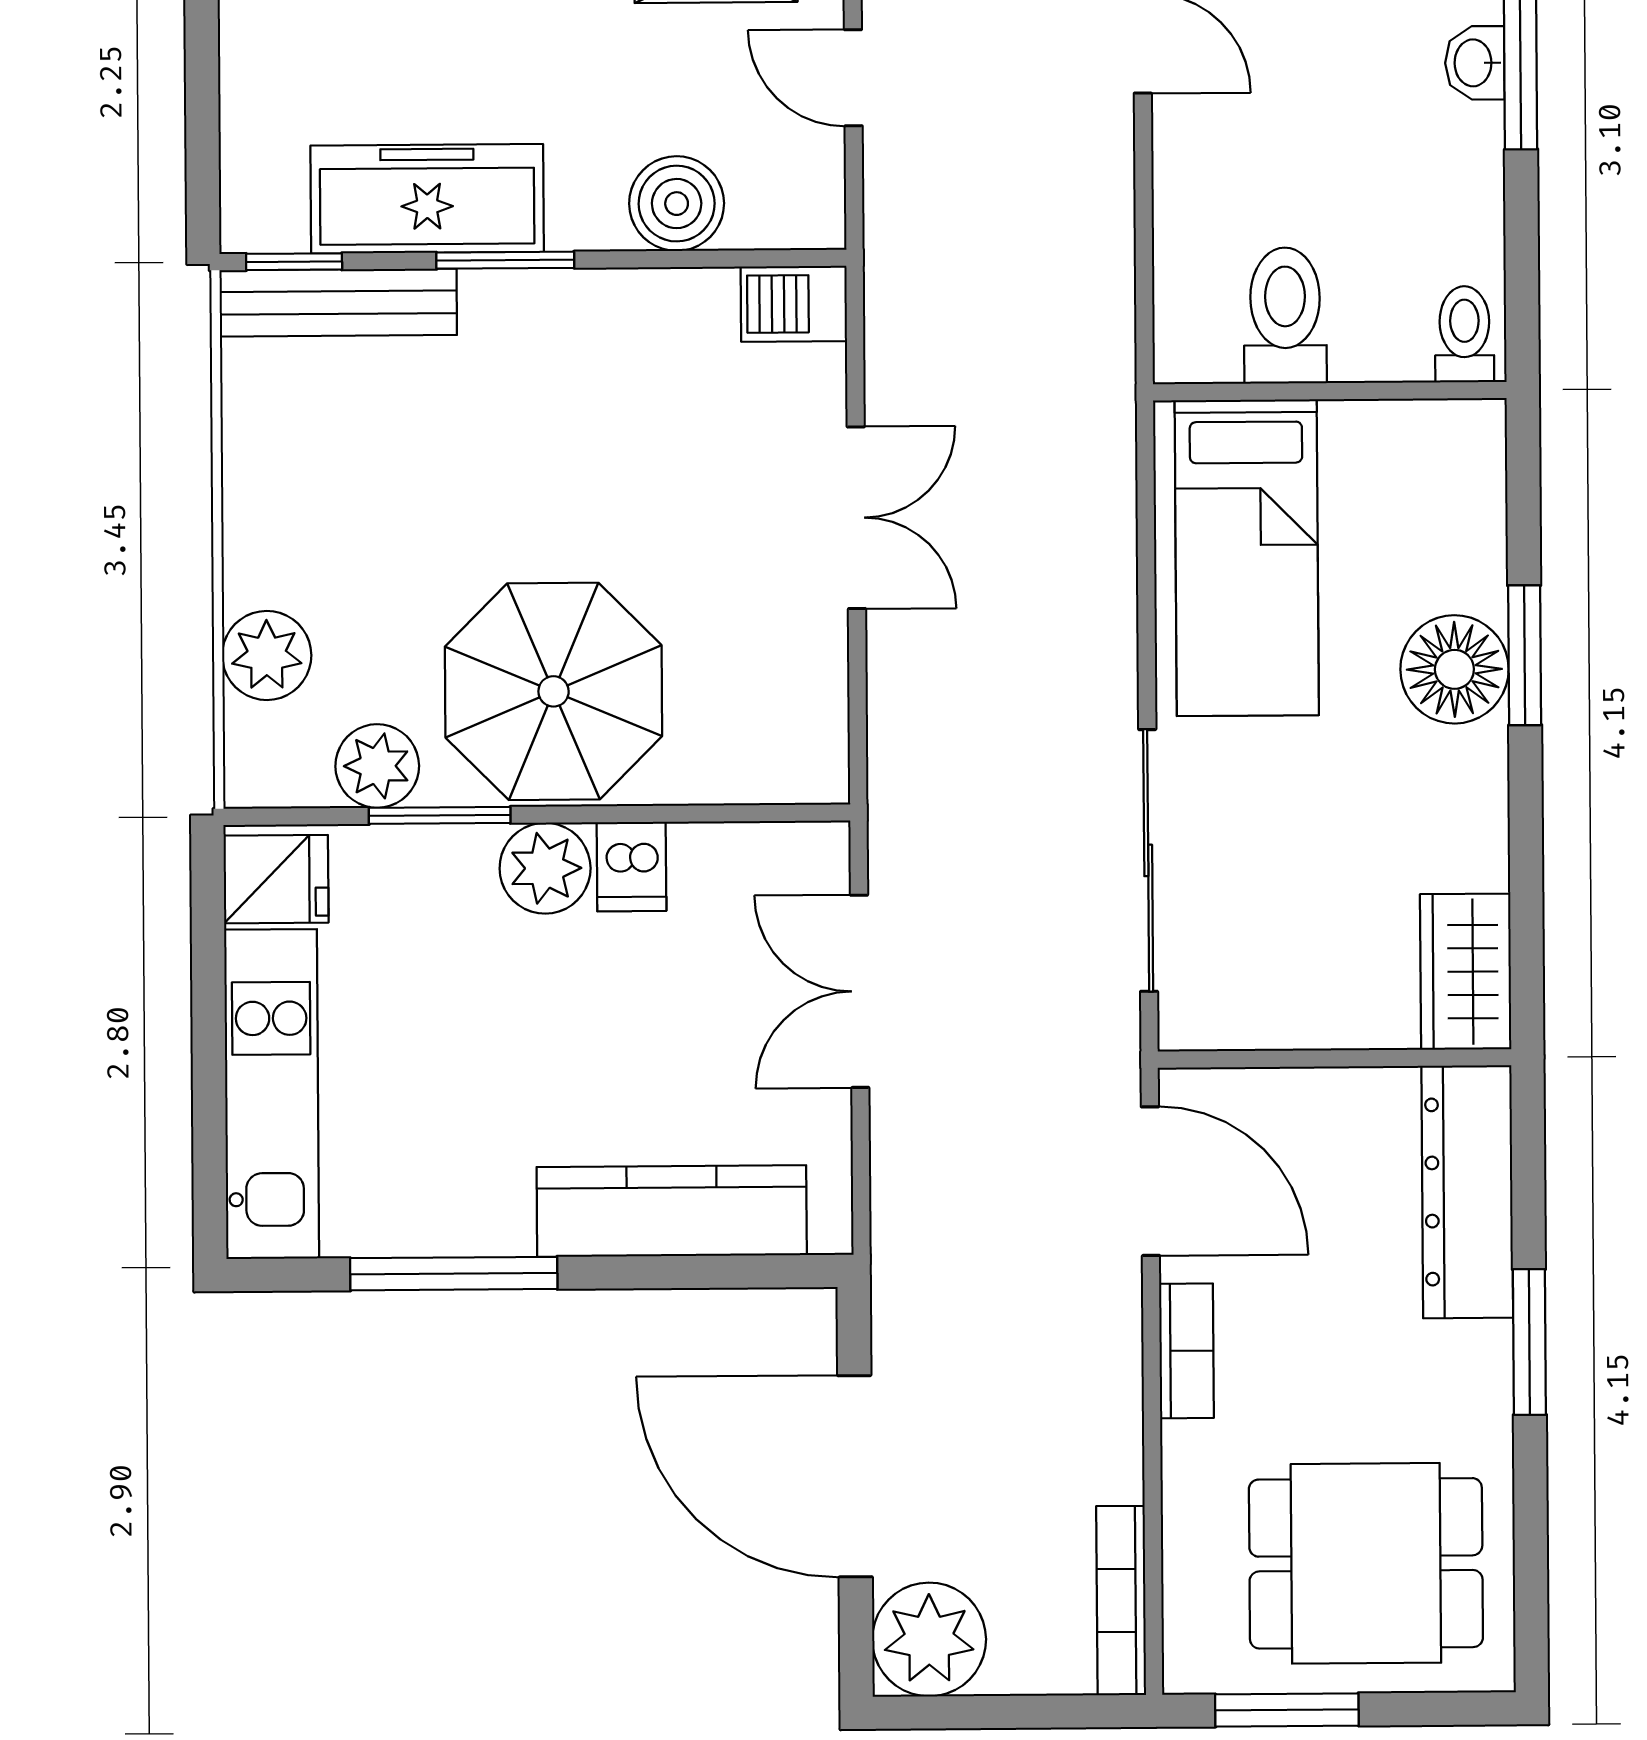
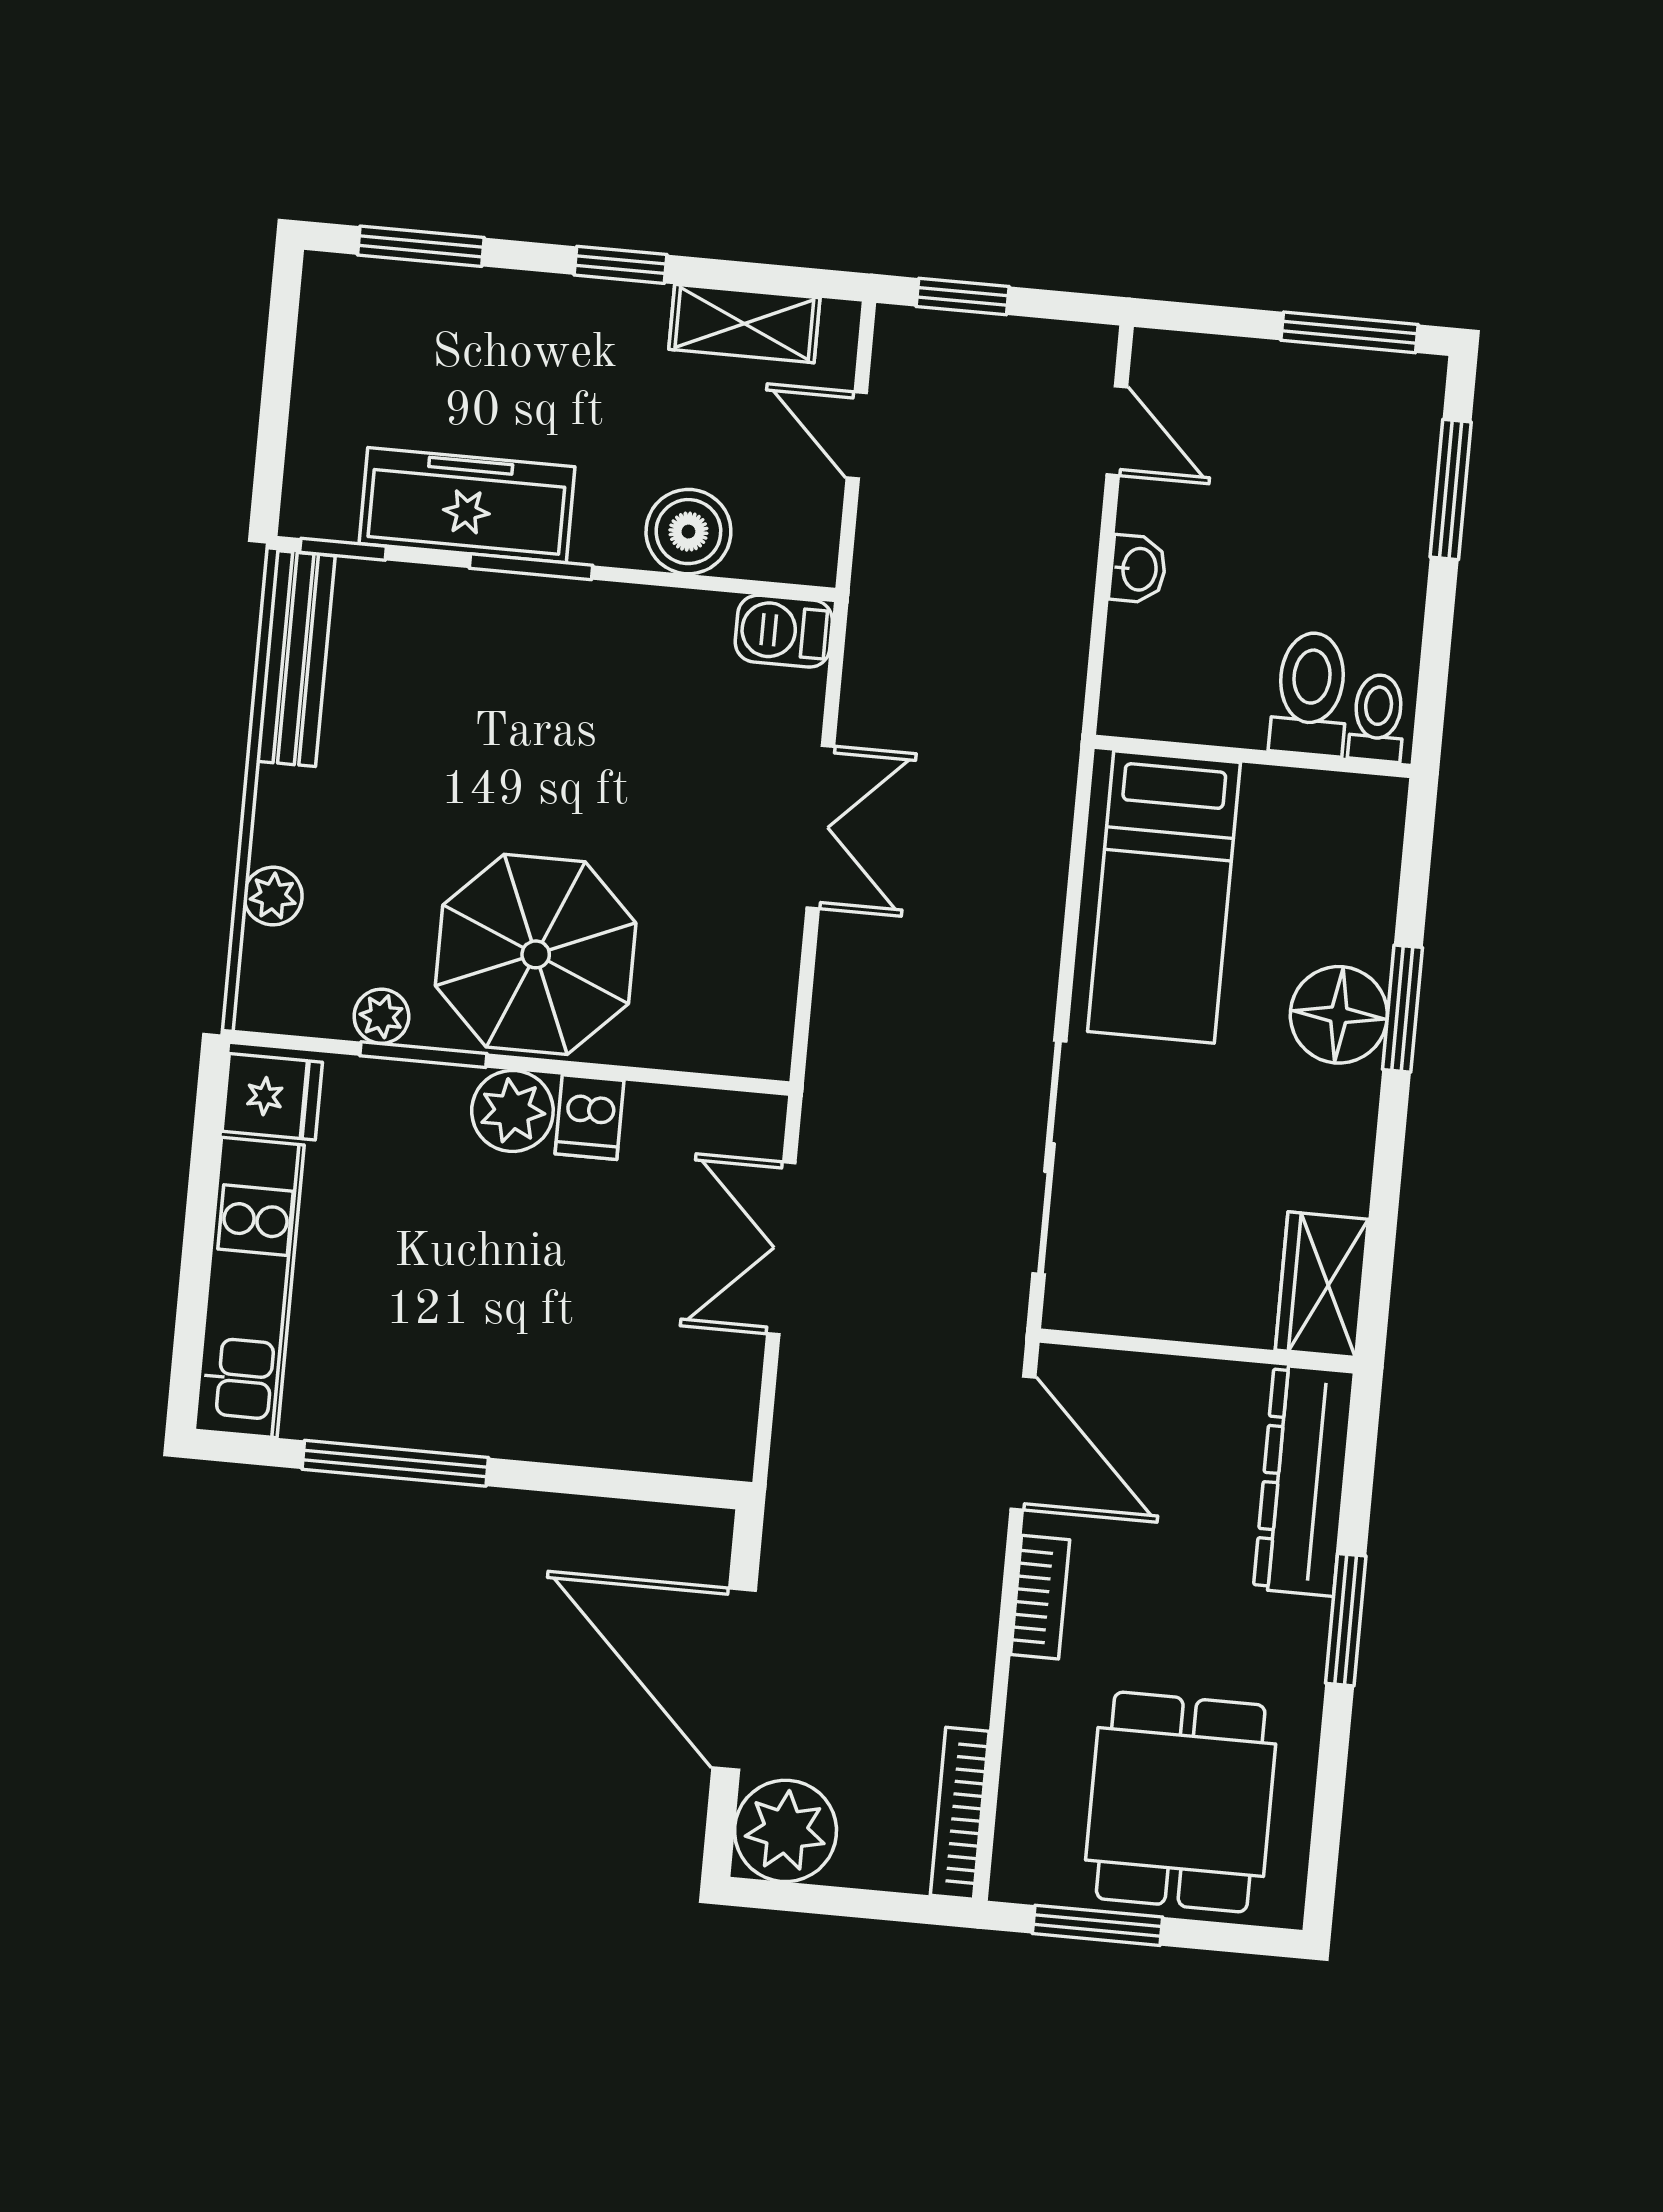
washbasin: (1475, 63) -> (1138, 569), moved, turned 180
bench: (338, 303) -> (296, 659), moved, turned 90
toilet: (1285, 315) -> (1310, 694), moved
plant: (267, 655) -> (273, 896), width x0.73, depth x0.73
plant: (377, 766) -> (381, 1016), width x0.73, depth x0.73
kitchen counter: (672, 1211) -> (595, 1427), removed
dining table: (1366, 1563) -> (1181, 1802), turned 90

